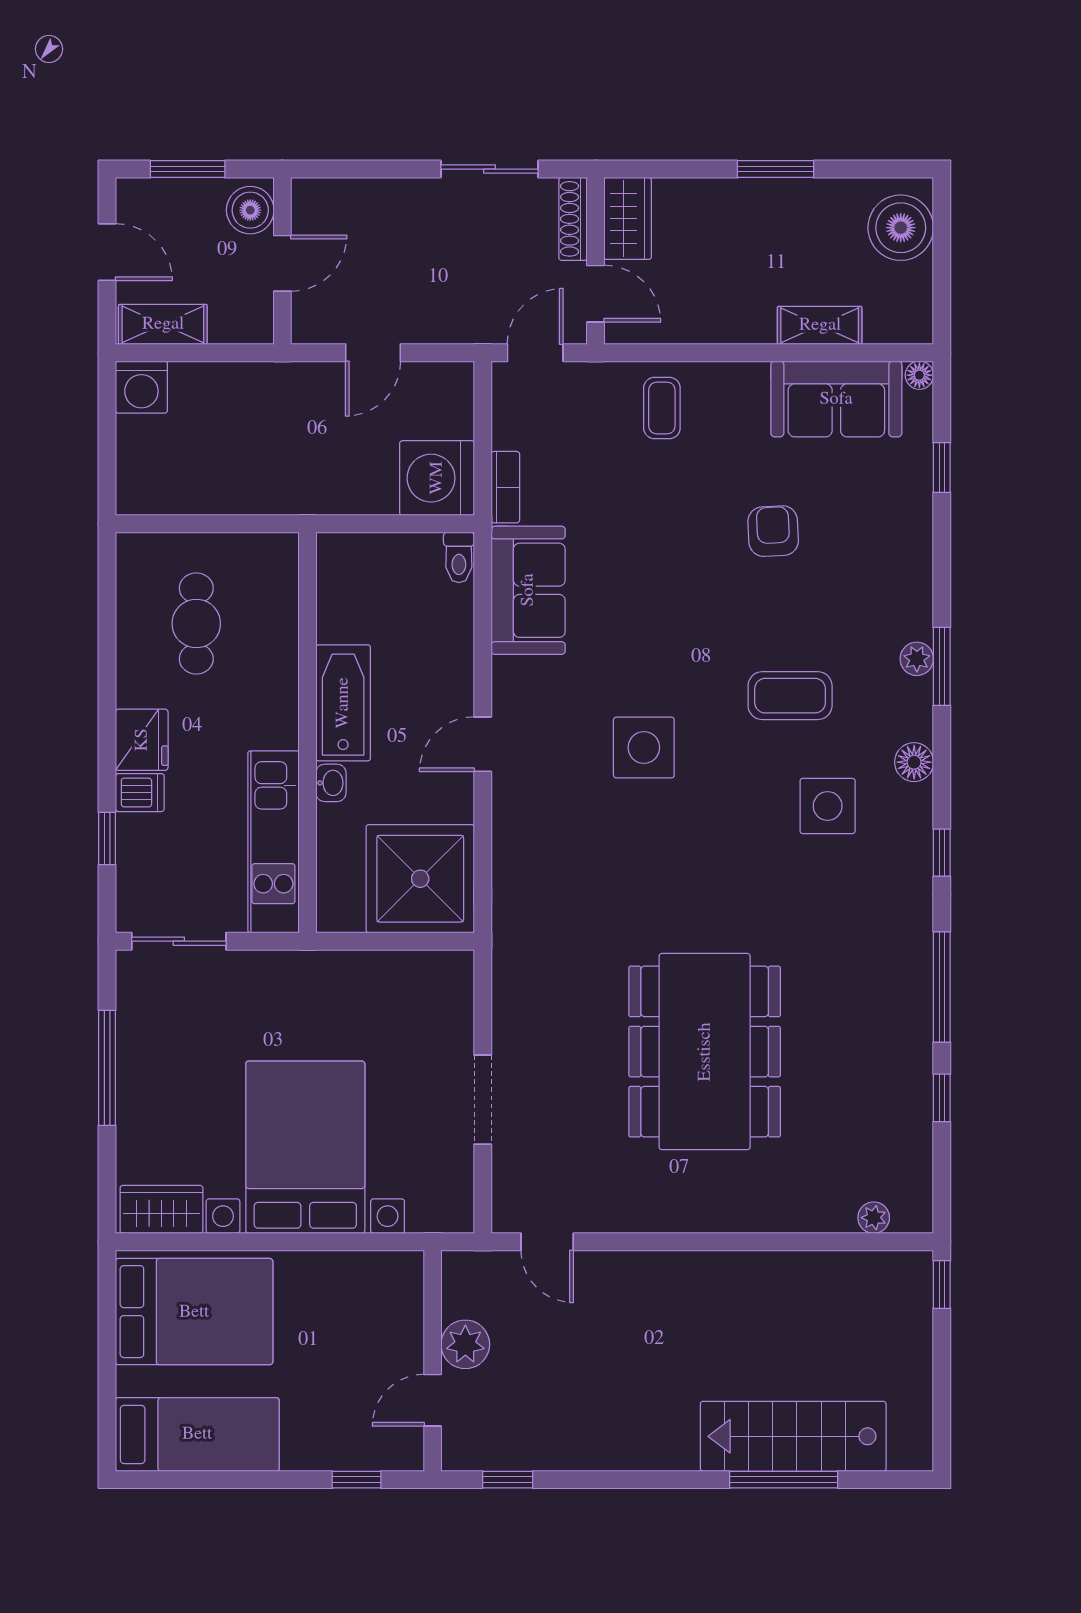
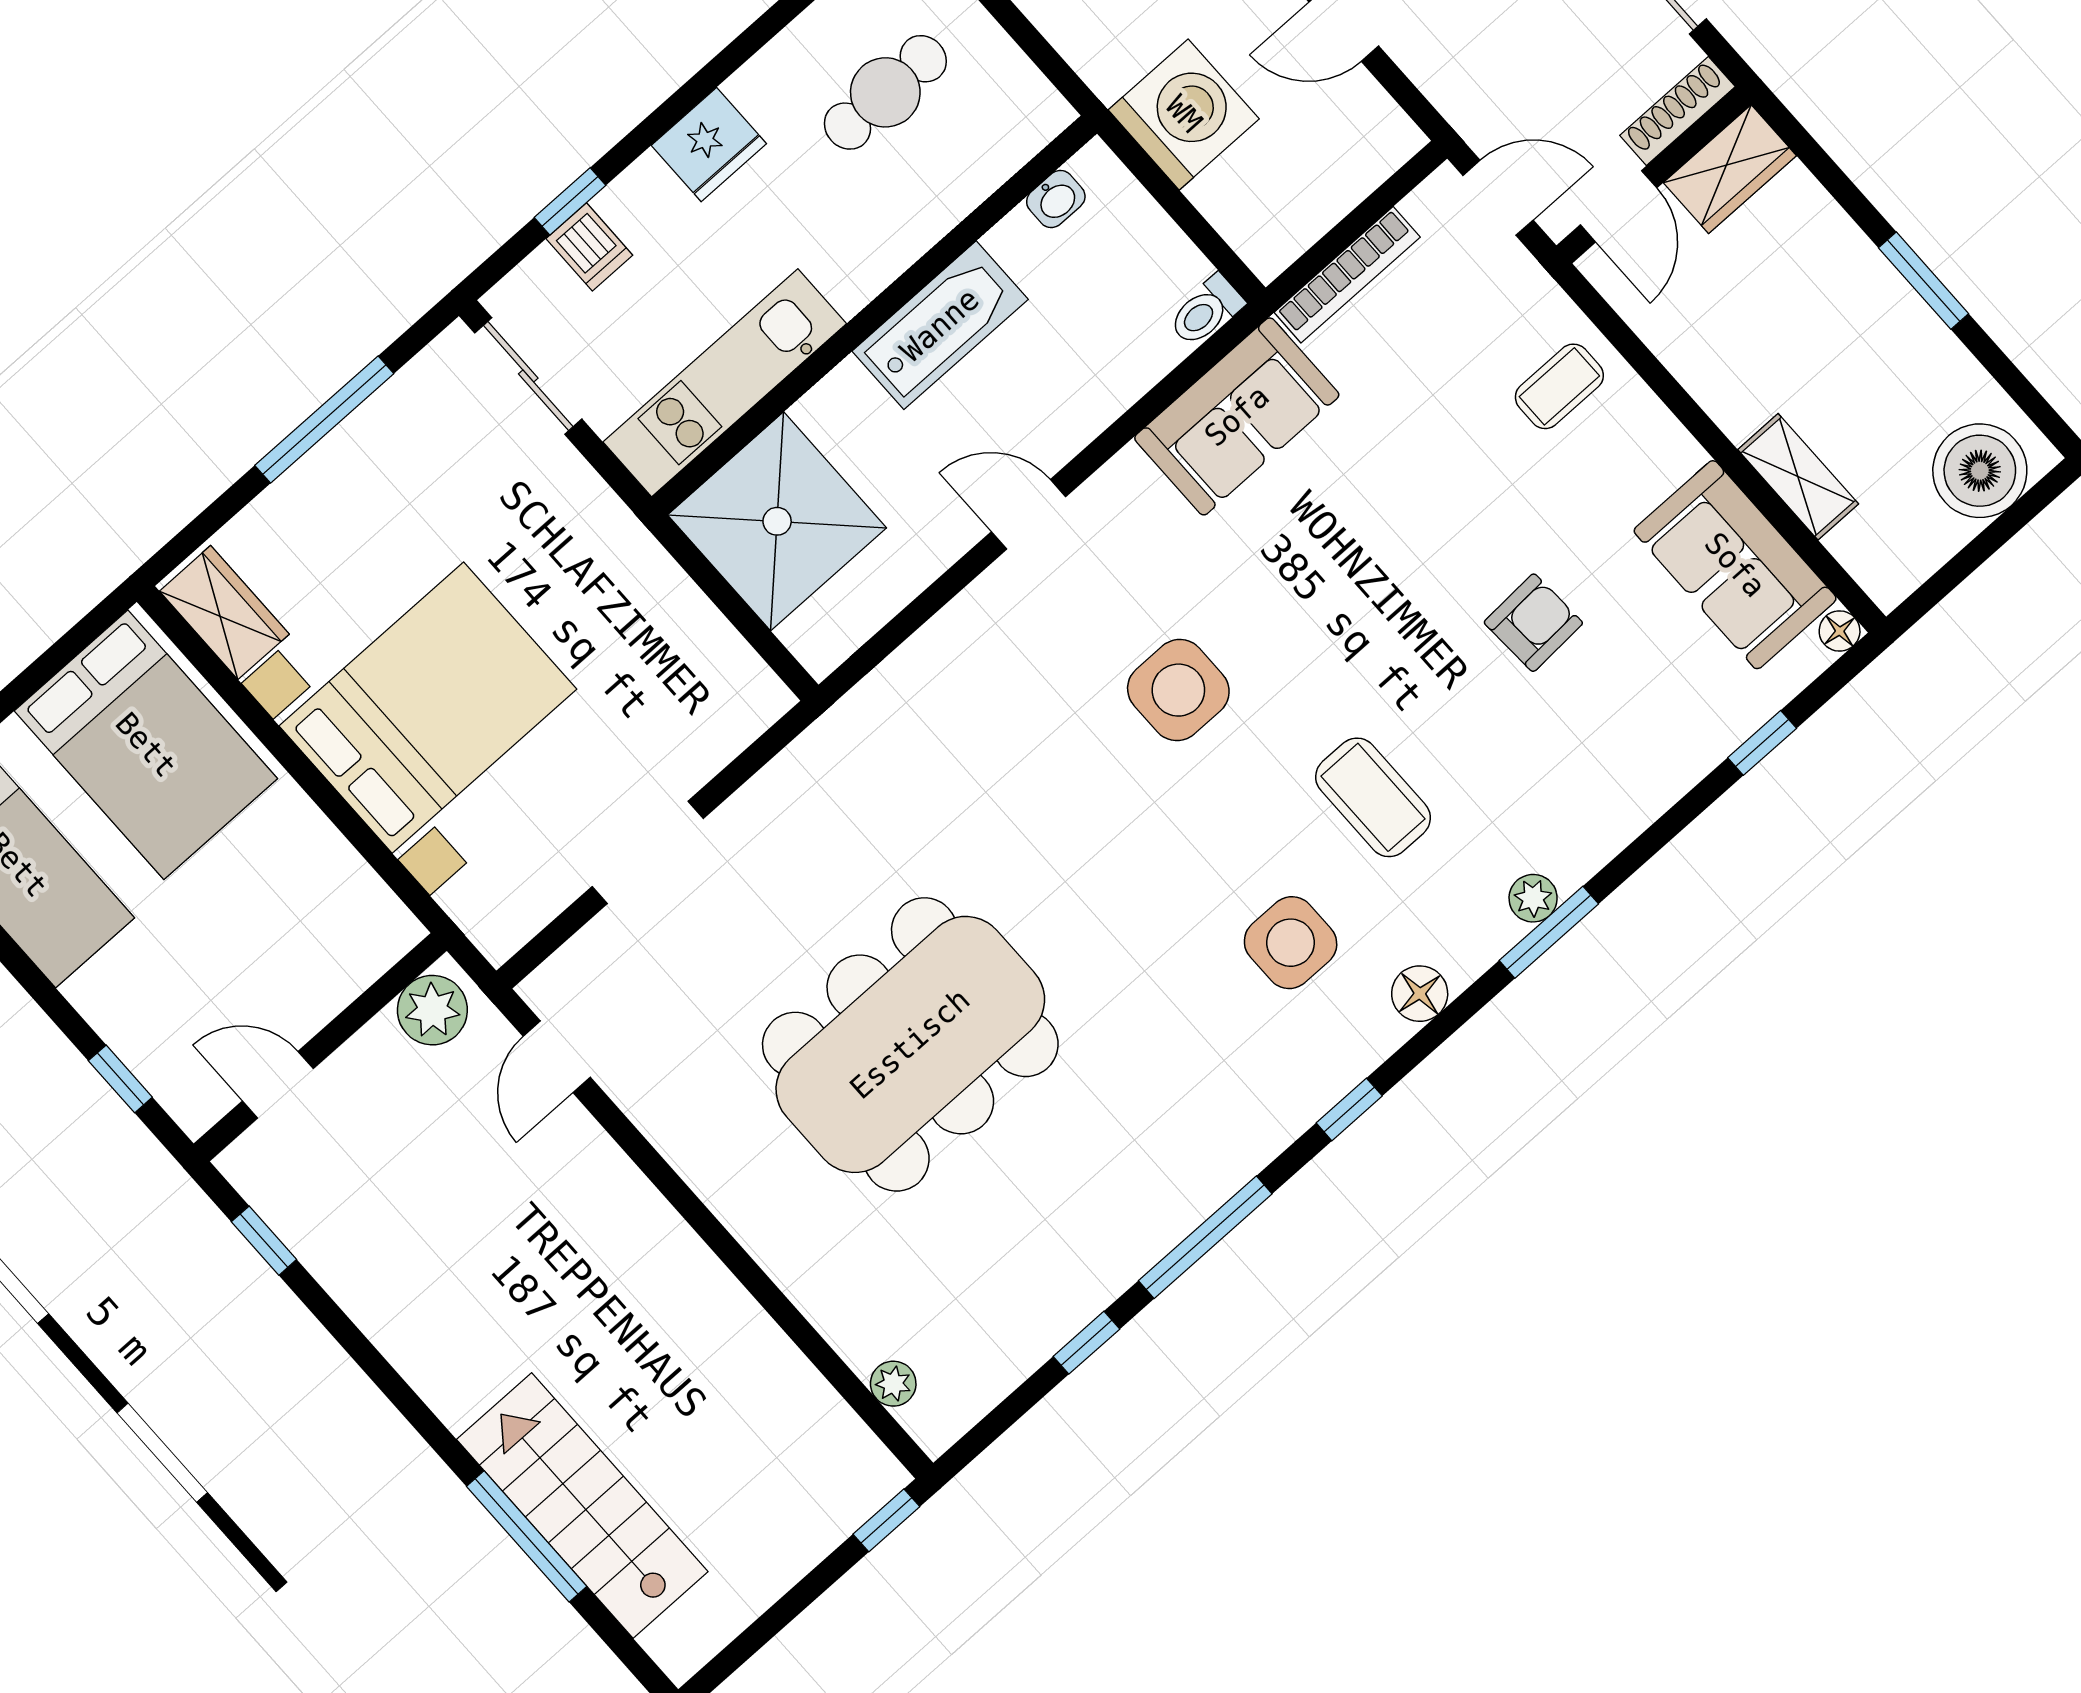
washing machine: (437, 478) -> (1184, 114), moved, turned 90
bookcase: (505, 487) -> (1347, 275), width x1.56
washbasin: (331, 783) -> (1056, 199), moved
dishwasher: (140, 793) -> (589, 247), moved
shower: (420, 879) -> (777, 521), moved
plant: (465, 1344) -> (432, 1010), moved

